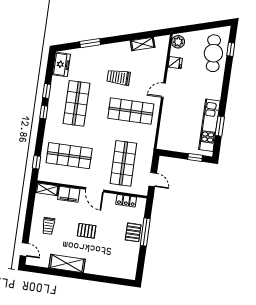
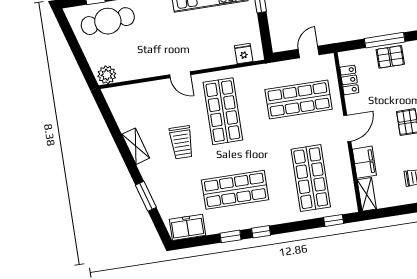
shelving: (143, 44) -> (136, 146), moved
fridge: (175, 63) -> (244, 54), moved

